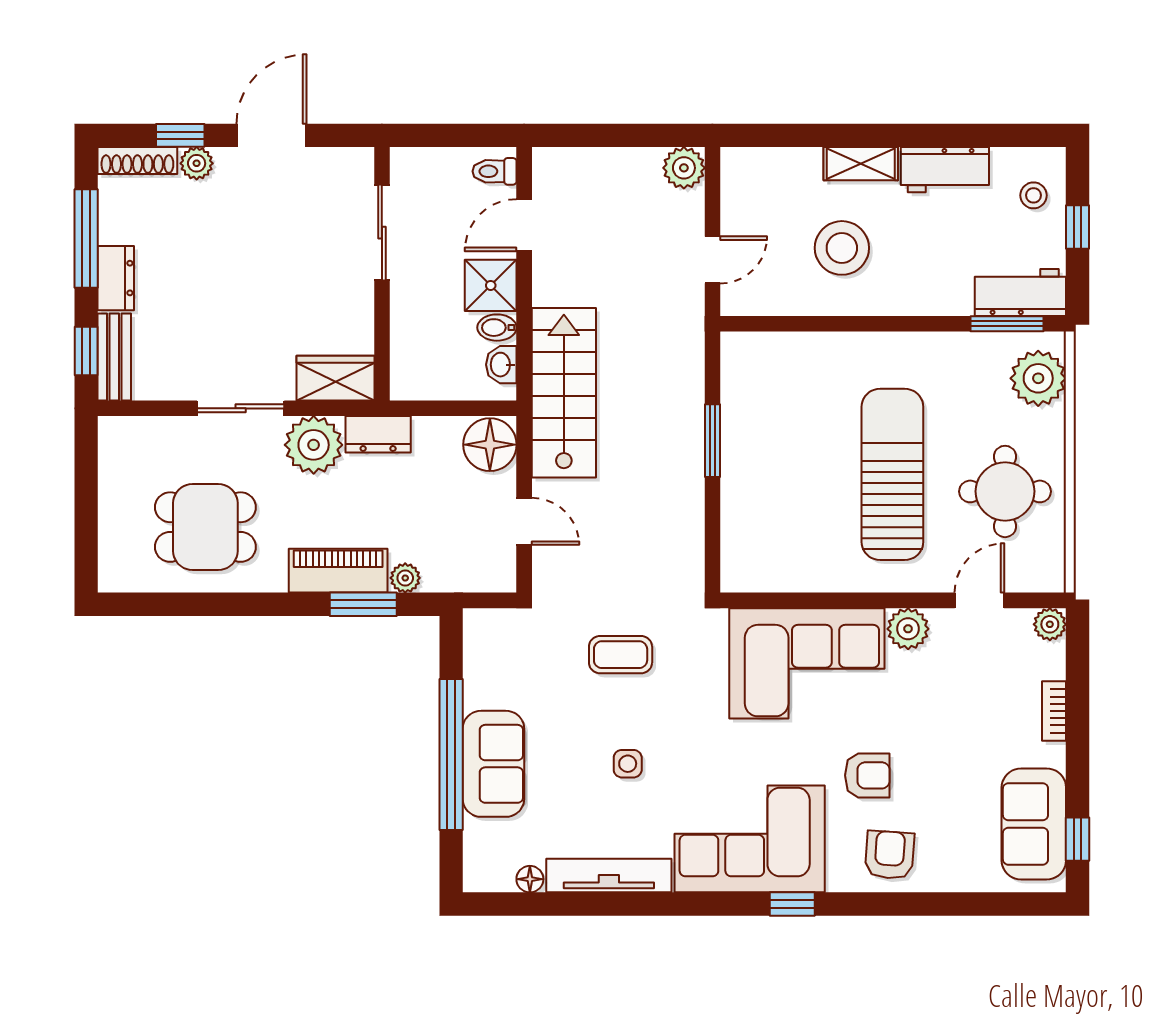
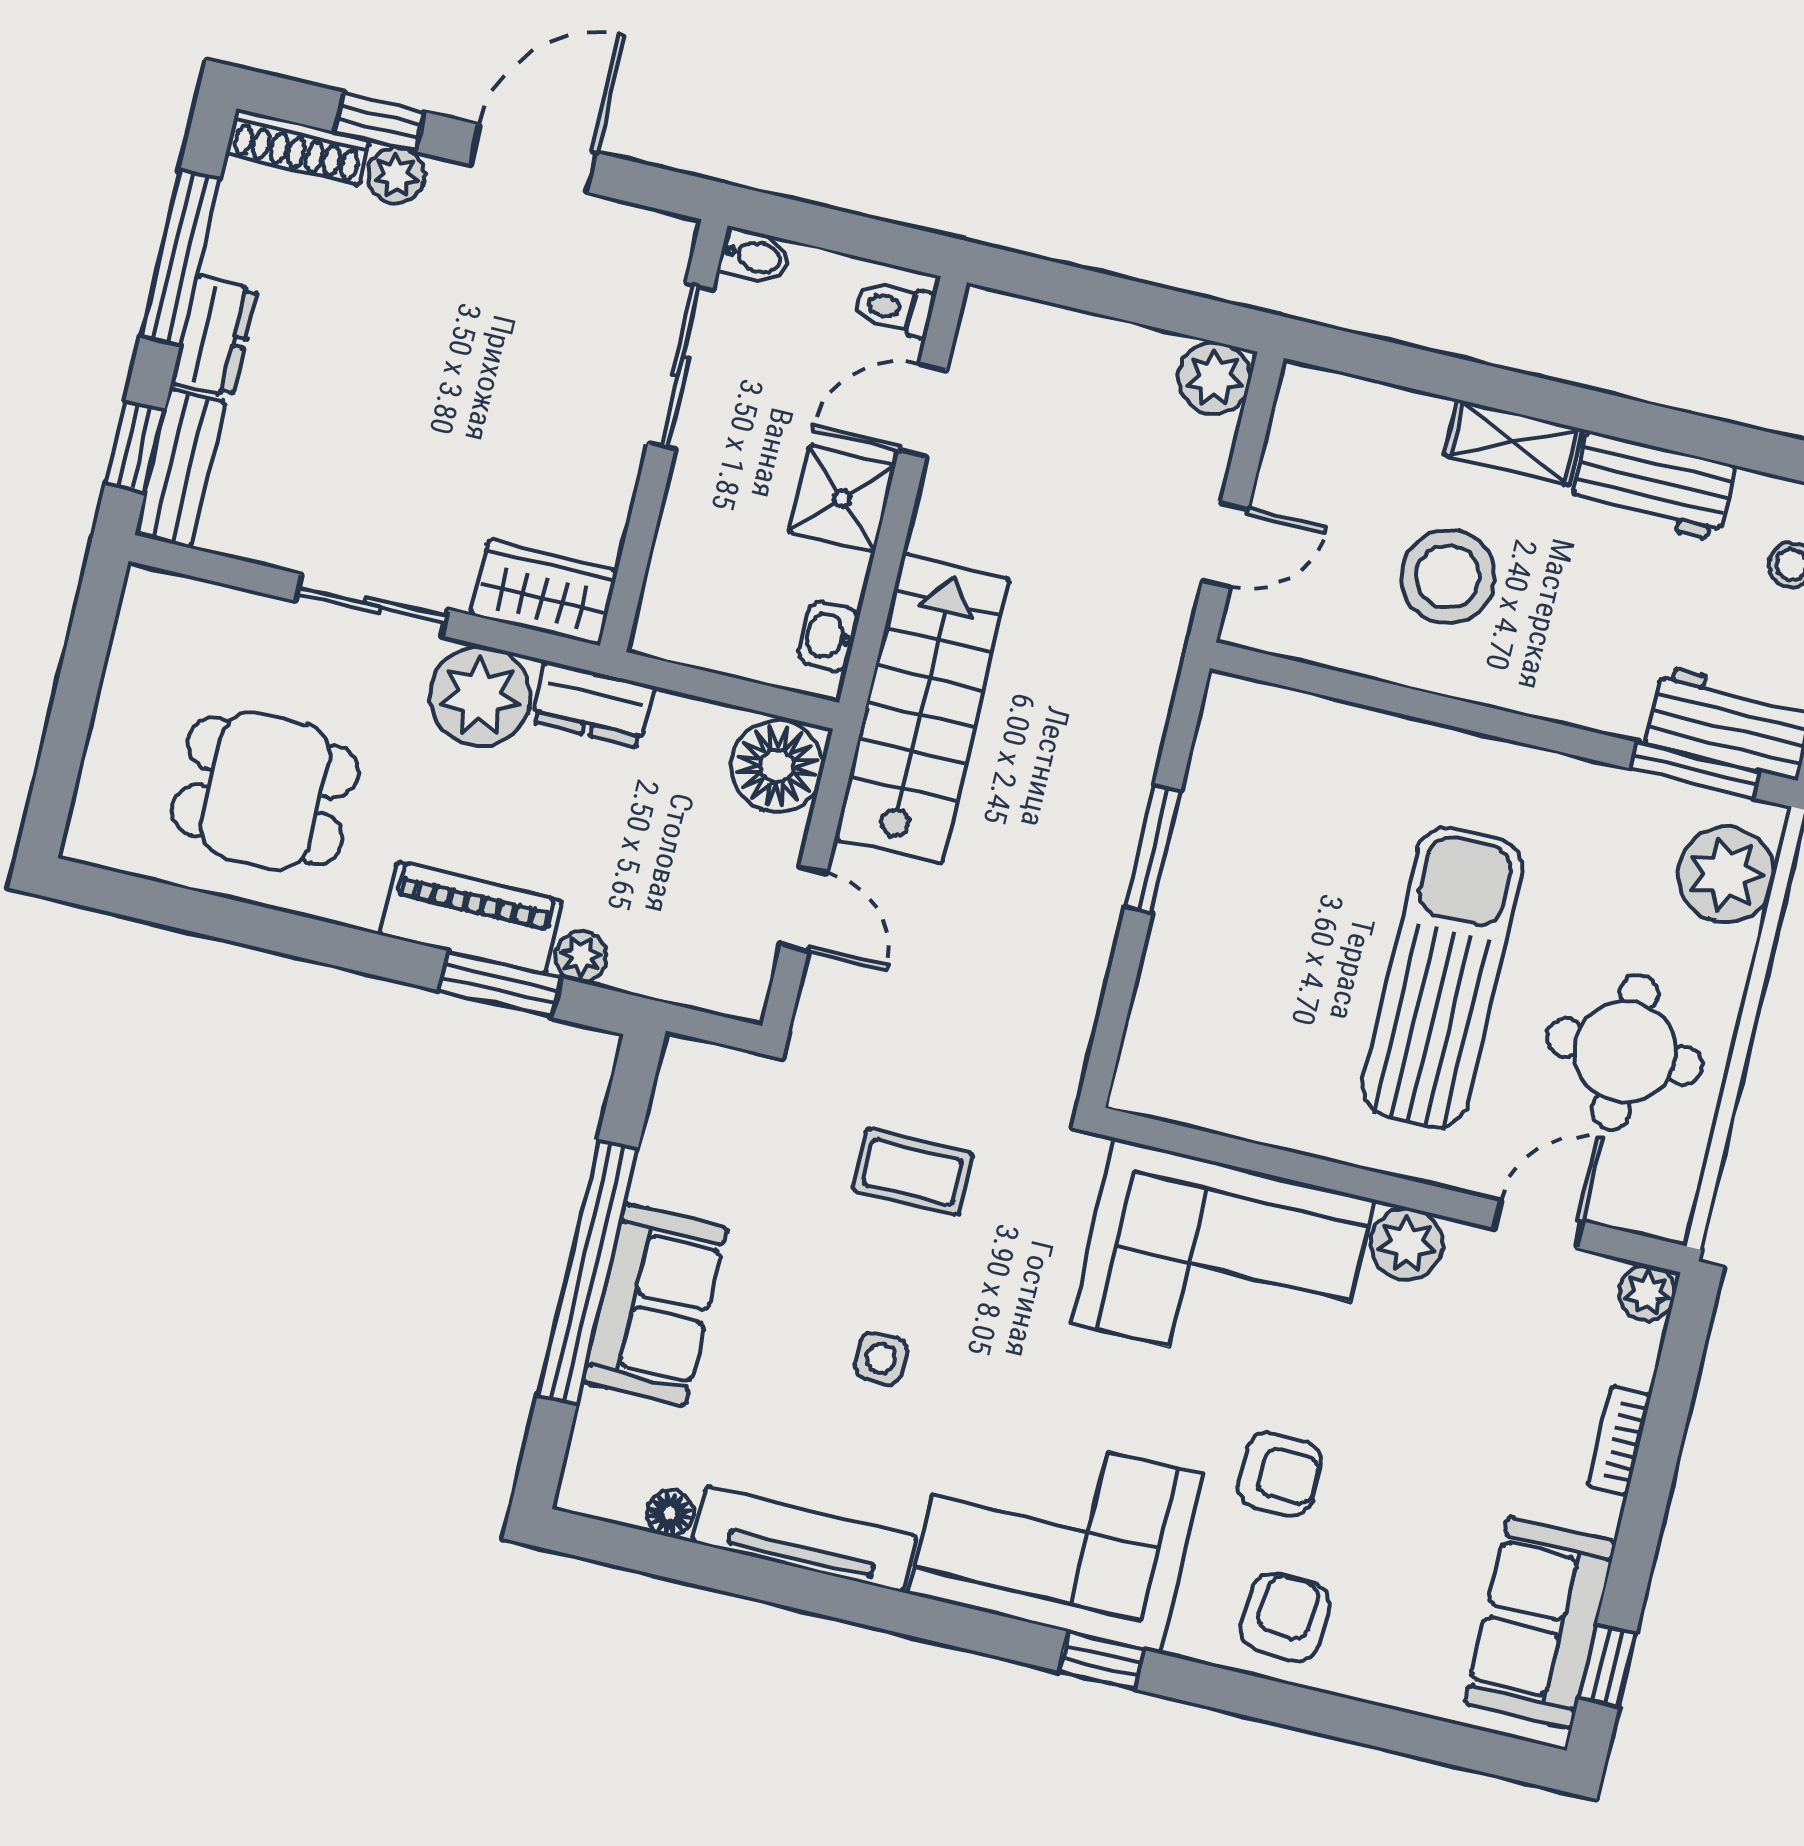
bidet: (497, 328) -> (755, 257), moved, turned 180

